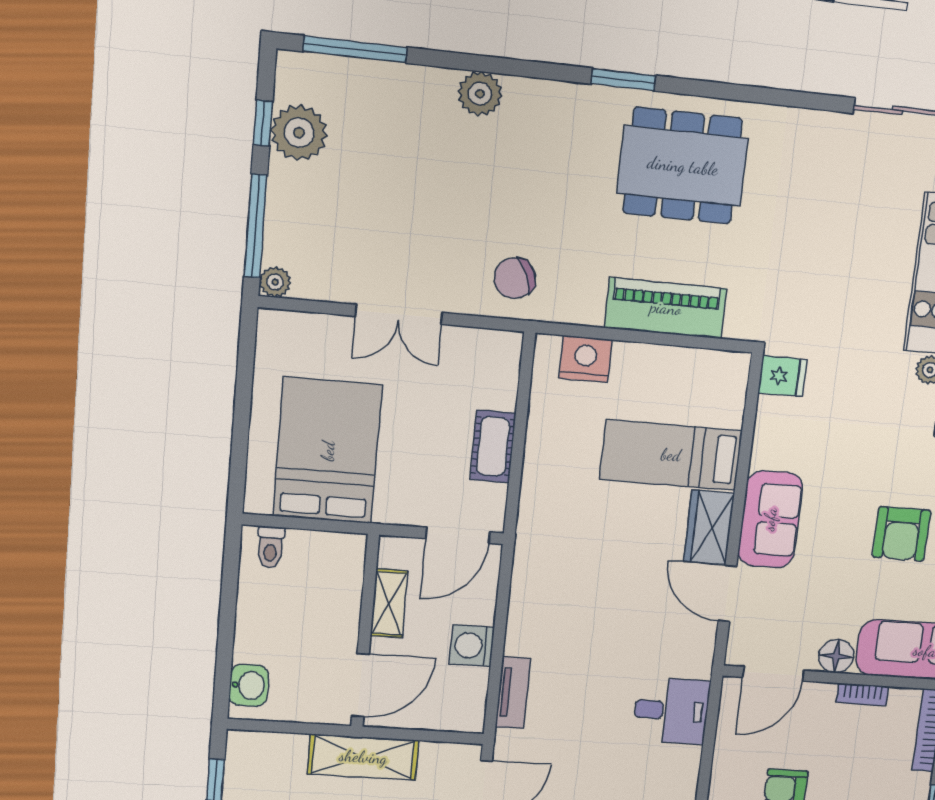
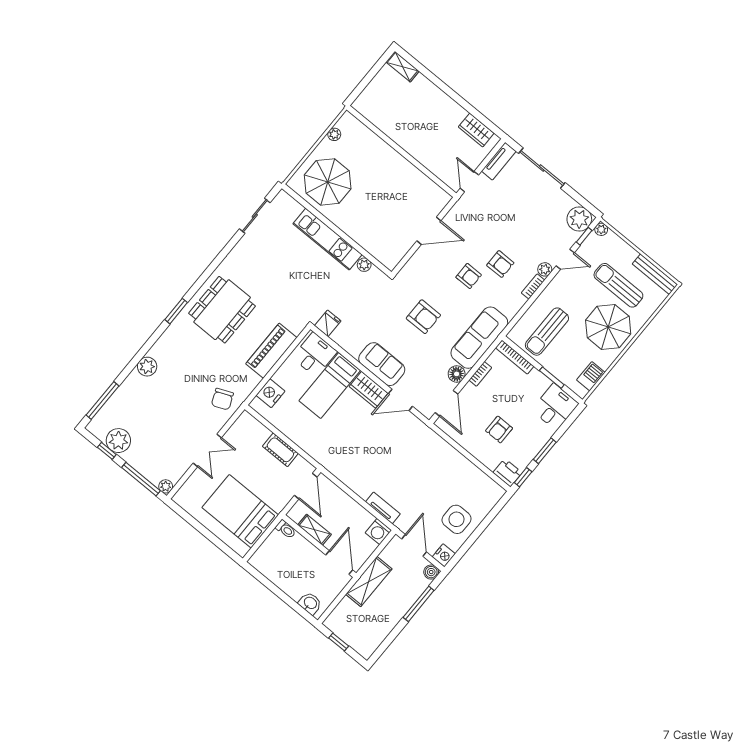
toilet: (271, 547) -> (286, 529), moved
washing machine: (472, 645) -> (378, 532), moved
desk: (671, 711) -> (315, 355), moved

